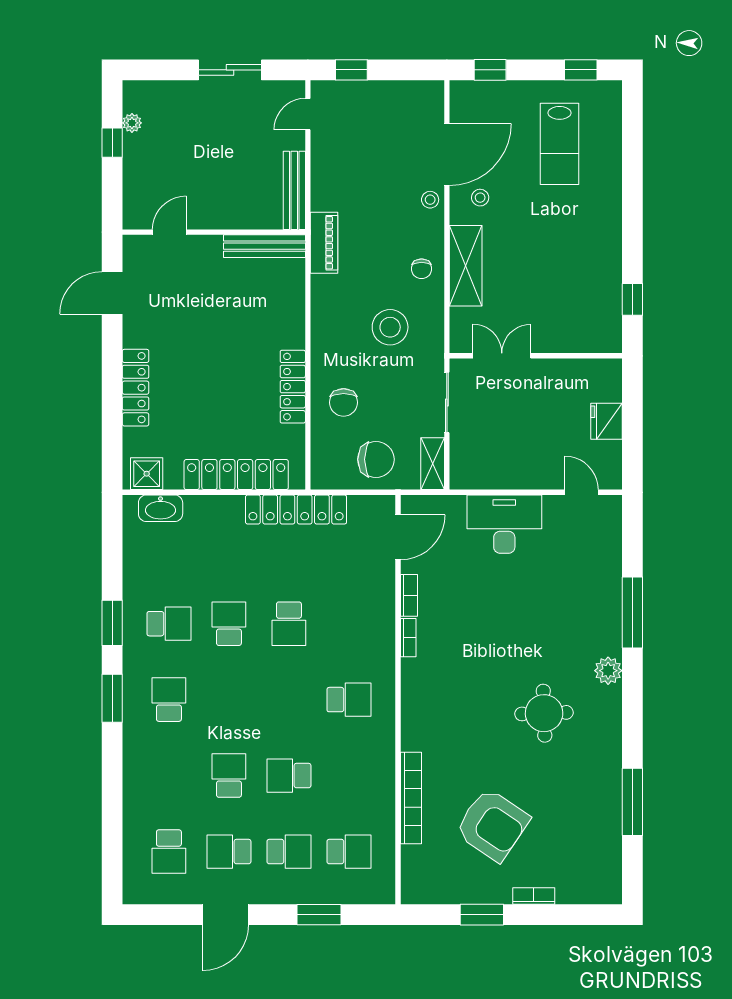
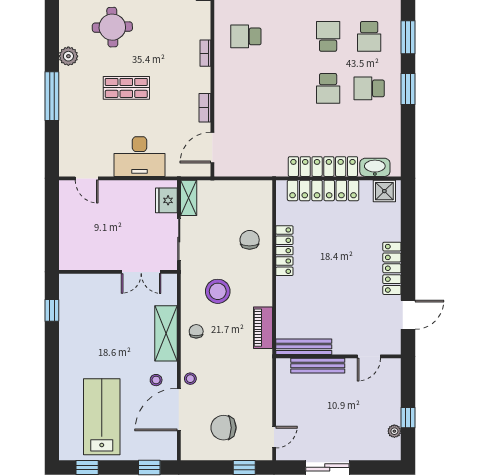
lab bench: (560, 144) -> (102, 417), width x1.36, depth x1.39
bench: (294, 190) -> (318, 366), moved, turned 90
piano: (324, 243) -> (263, 328), moved
locker: (136, 388) -> (392, 268), moved
fridge: (606, 421) -> (166, 200), moved, turned 180
chair: (376, 459) -> (224, 428), moved
locker: (296, 509) -> (323, 167), moved
school desk: (289, 624) -> (328, 36), moved
shop shelf: (524, 624) -> (126, 88), added
bookcase: (408, 638) -> (205, 53), moved

